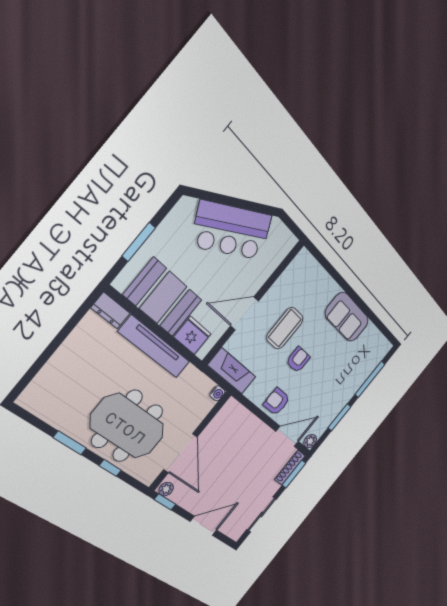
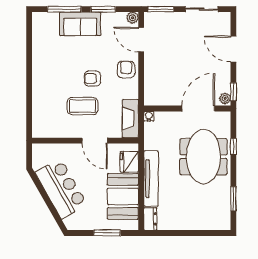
sofa: (347, 317) -> (80, 24), moved, turned 90
armchair: (277, 402) -> (126, 70), turned 180
window: (70, 443) -> (233, 199), moved
shoe rack: (290, 468) -> (159, 17), removed

